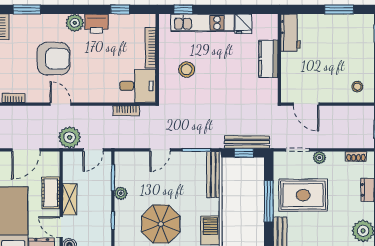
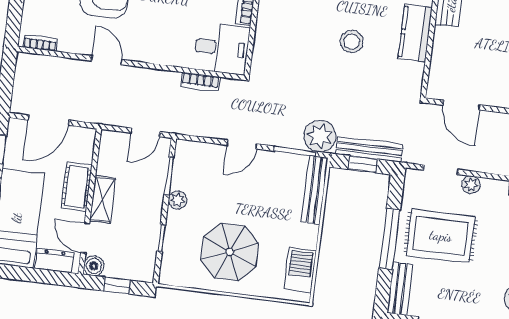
stool: (187, 69) -> (352, 42), moved
plant: (70, 137) -> (320, 136), moved

